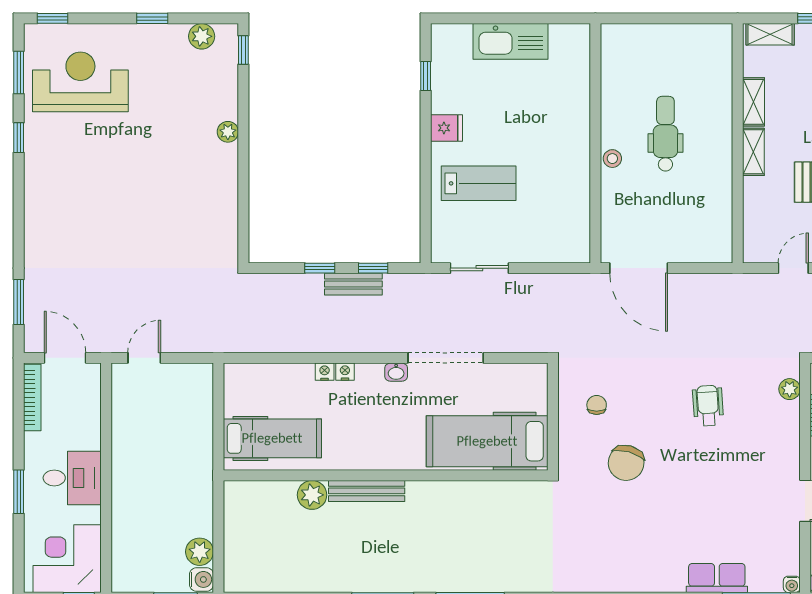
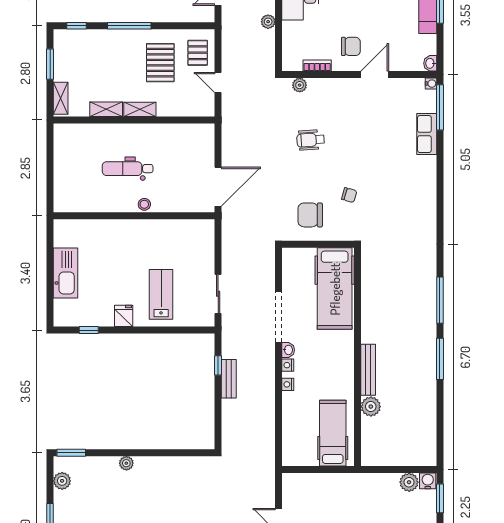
window: (243, 50) -> (71, 453), width x1.50
window: (320, 268) -> (218, 401), removed
nightstand: (325, 372) -> (288, 365), moved
chair: (597, 405) -> (310, 215), width x1.87, depth x1.87
chair: (626, 463) -> (349, 195), width x0.54, depth x0.54

